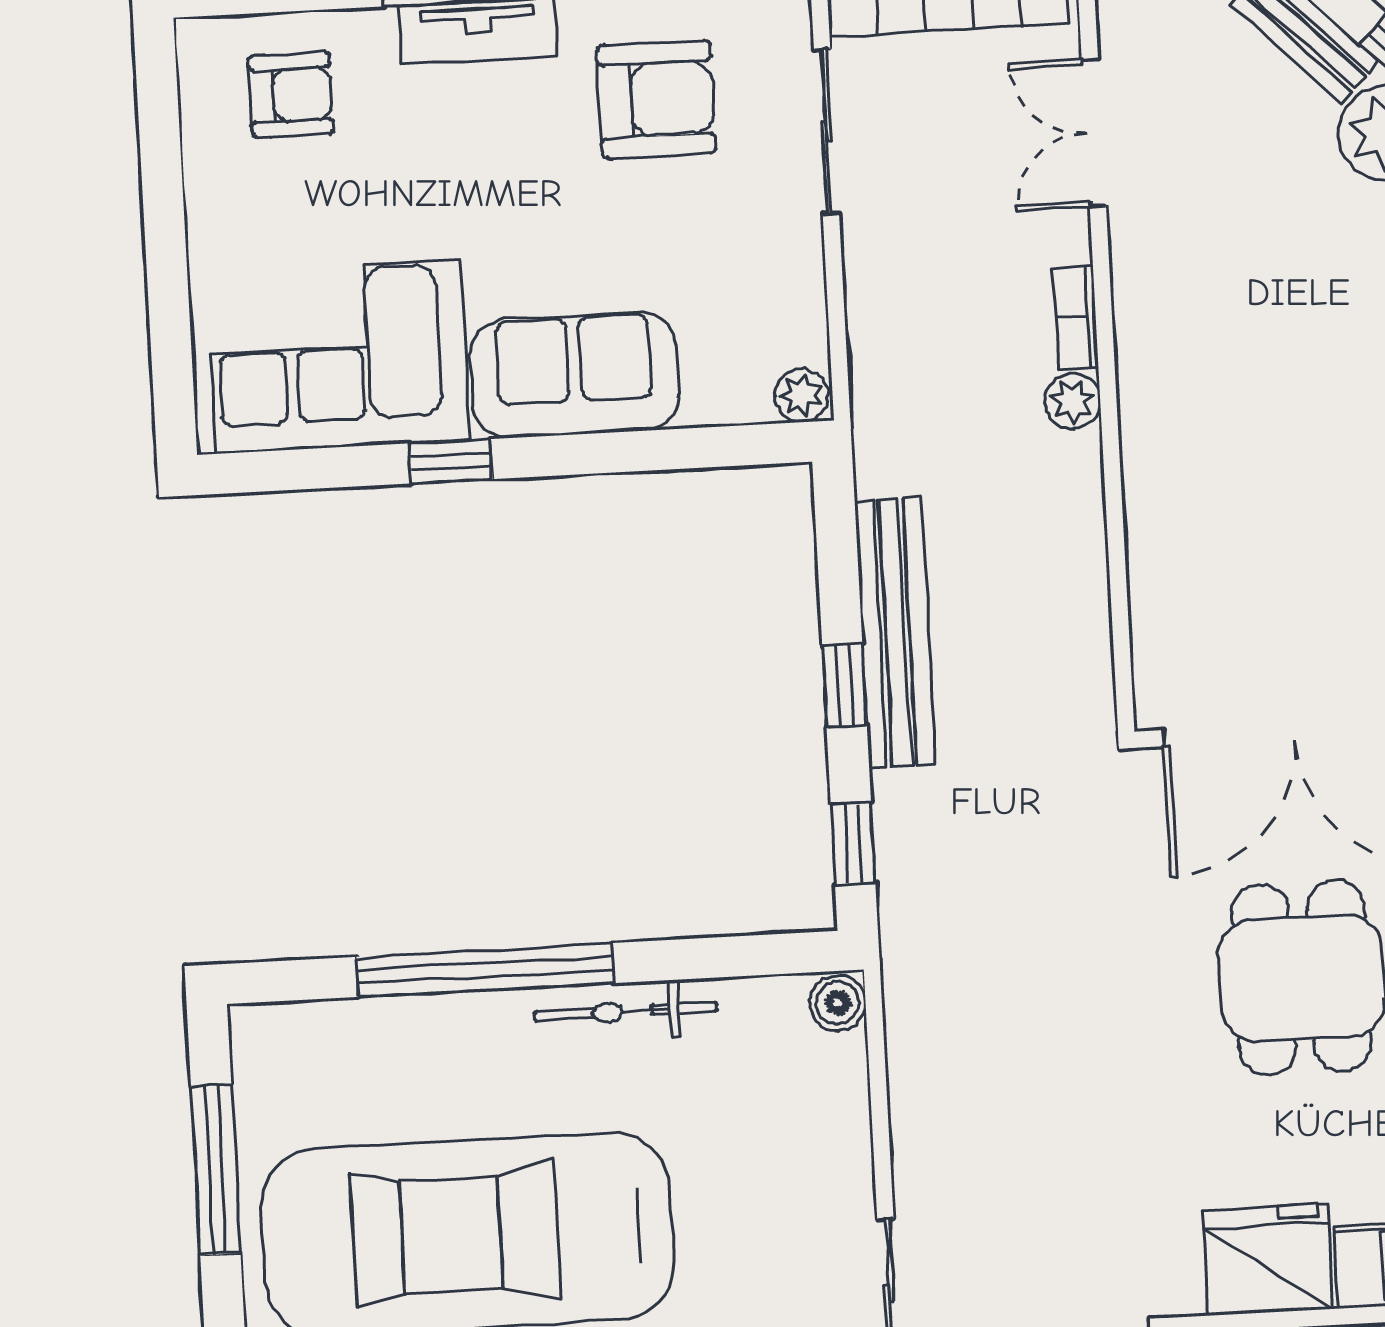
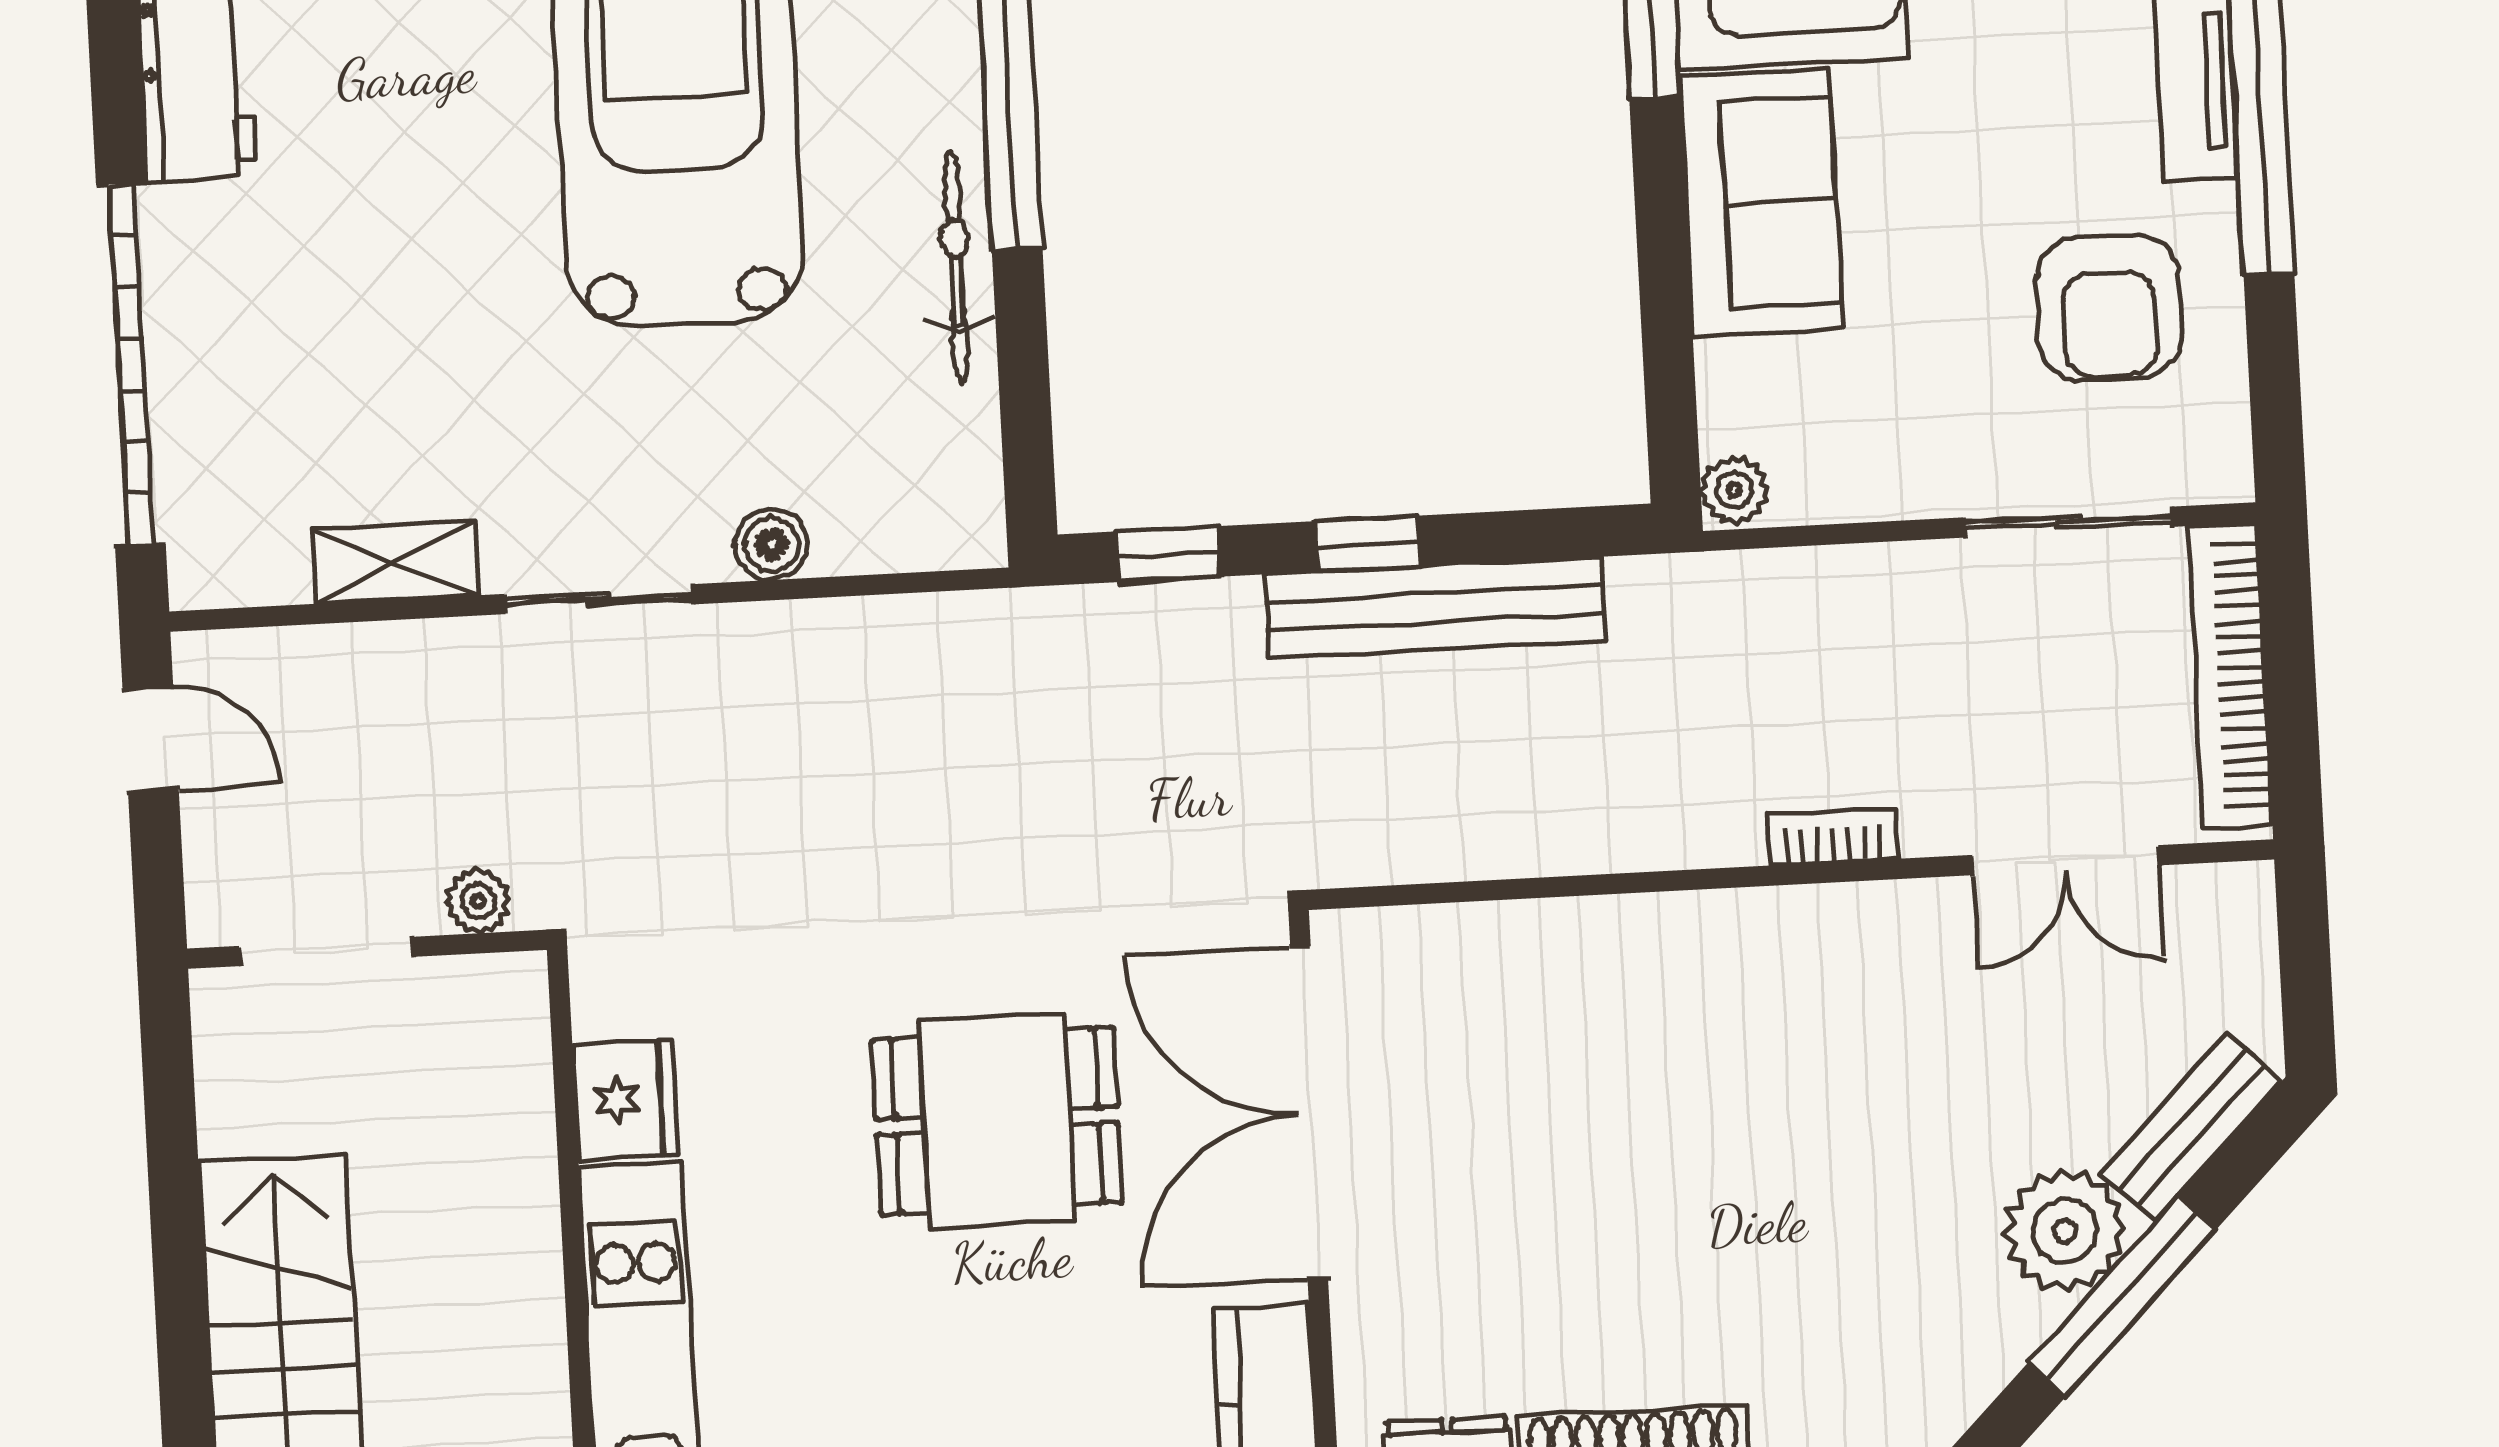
double door: (1094, 133) -> (2066, 860), swing flipped
plant: (1073, 401) -> (1727, 833), removed
boiler: (838, 1003) -> (771, 545), moved
fridge: (1268, 1260) -> (625, 1099), width x0.73, depth x0.75

